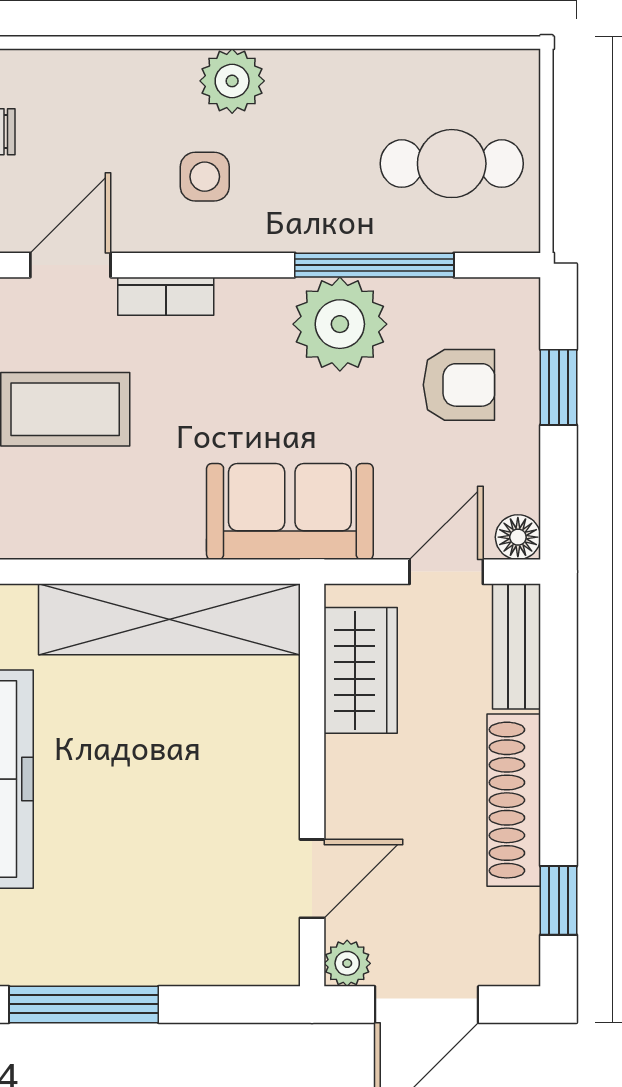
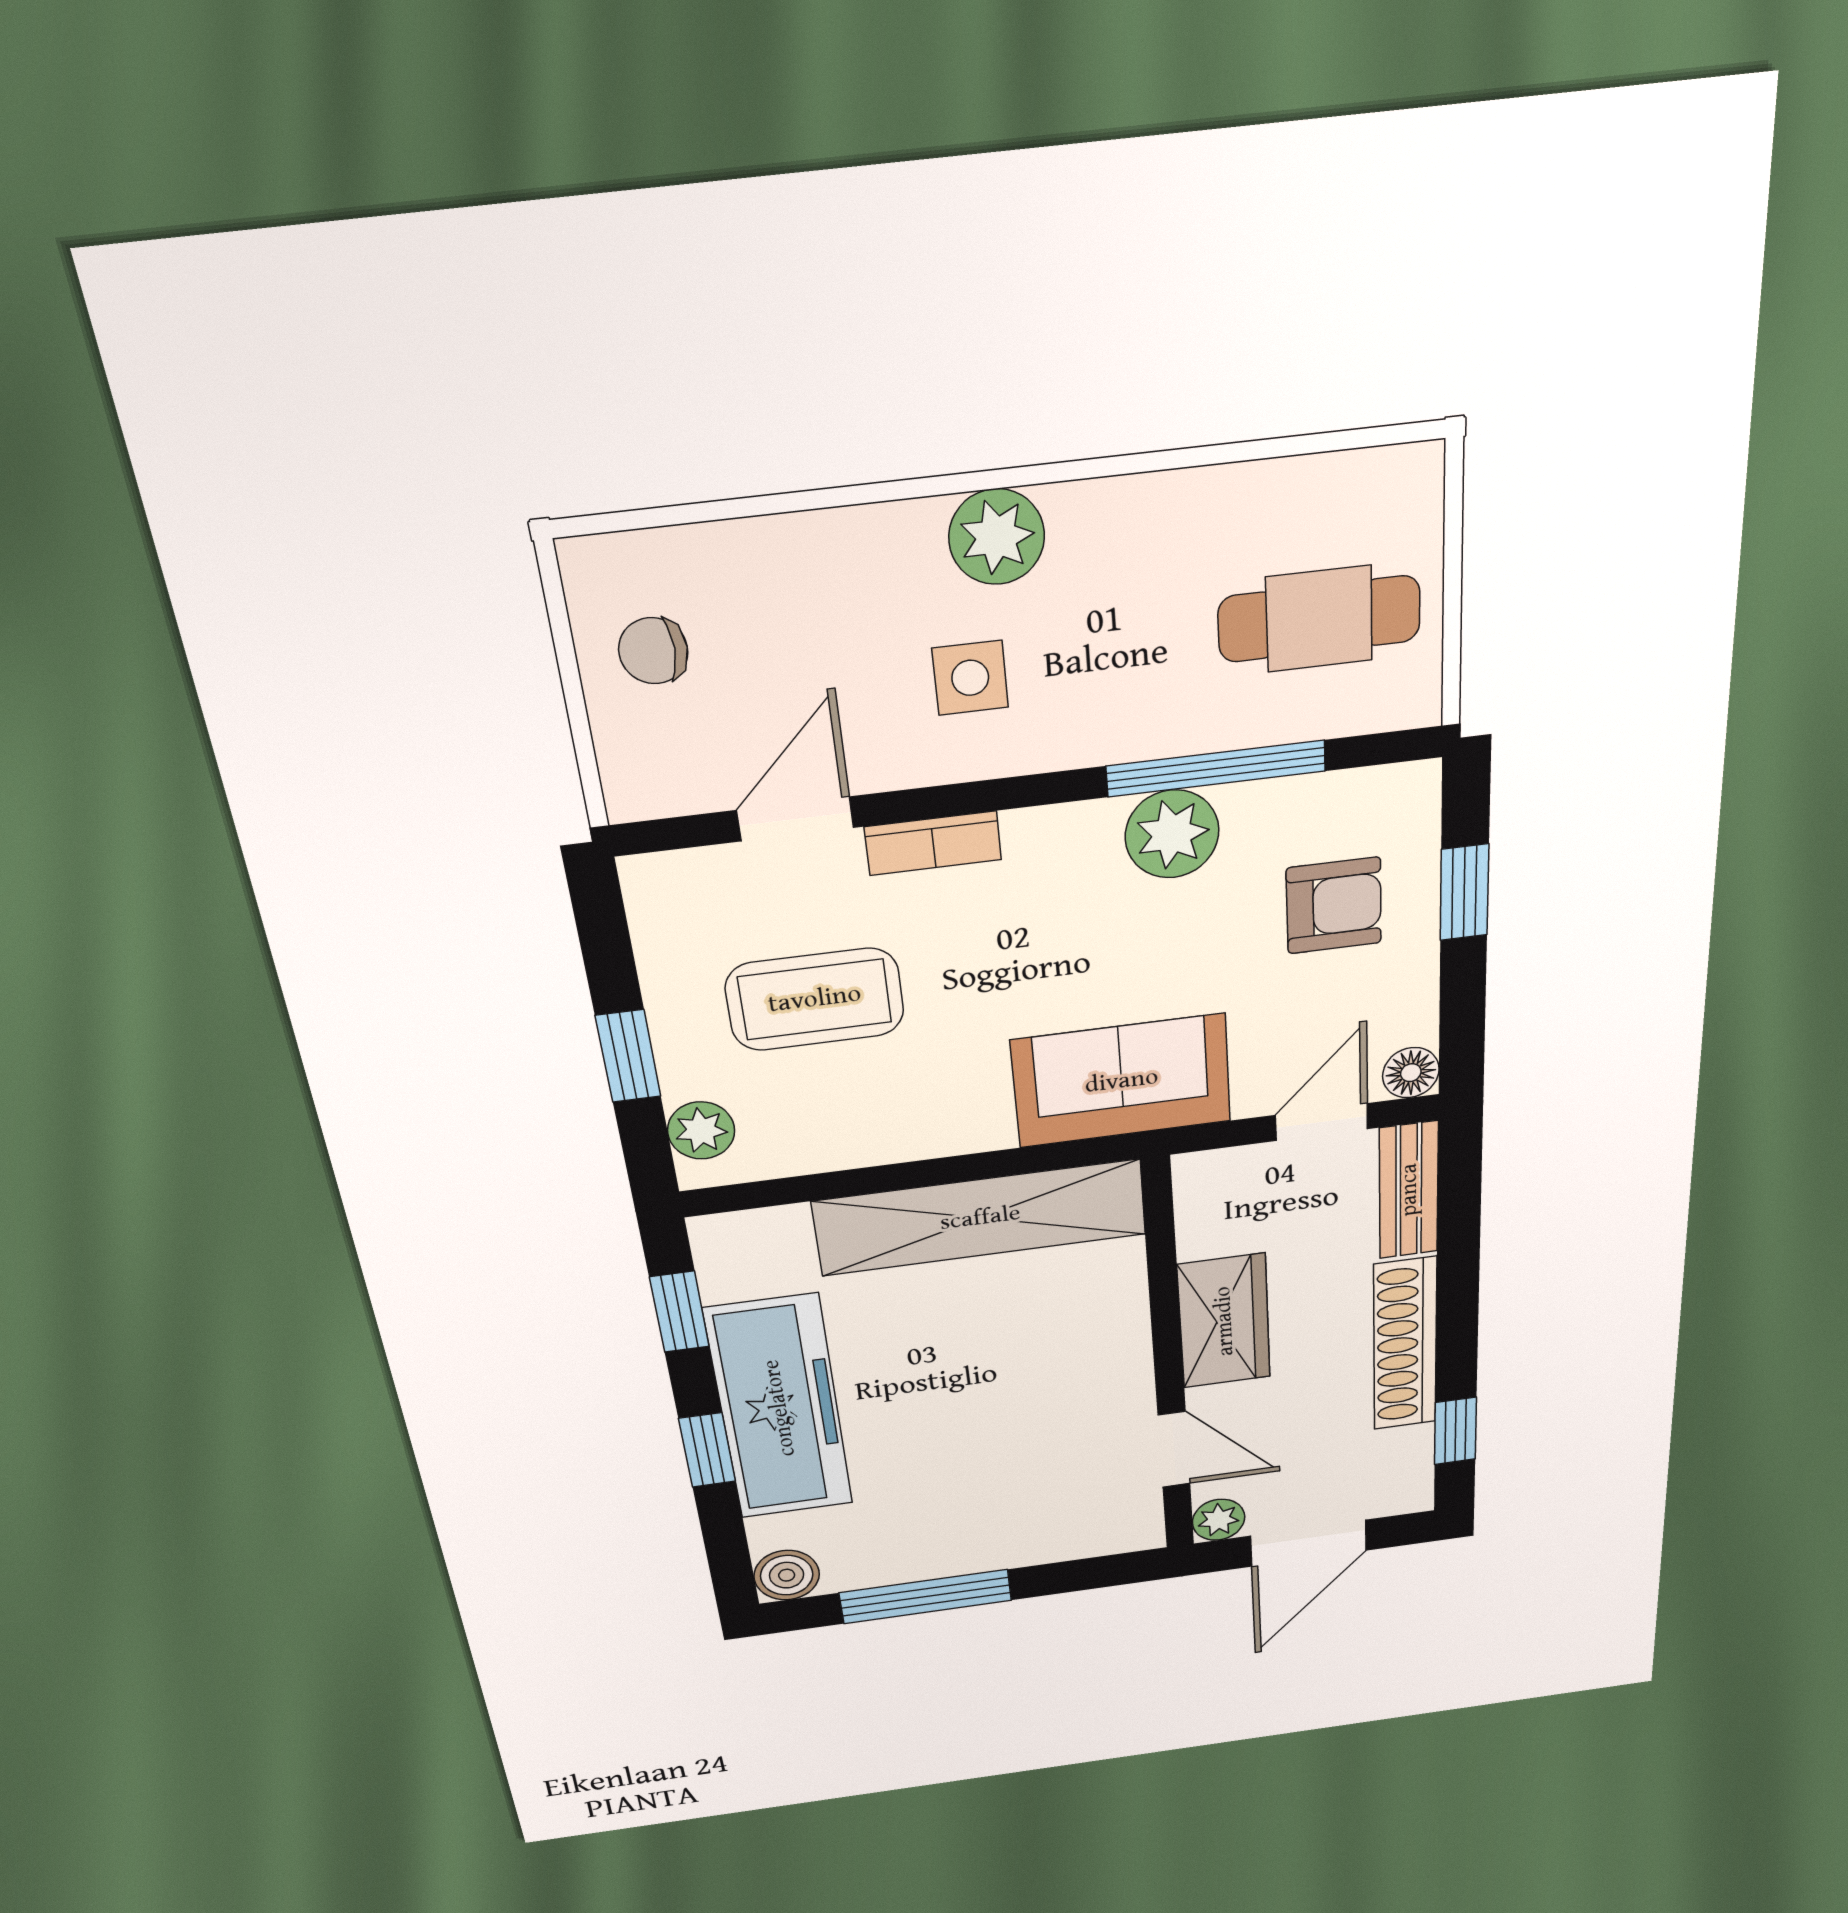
plant: (340, 324) -> (1172, 834), width x0.73, depth x0.73
wardrobe: (361, 670) -> (1224, 1321), moved
door: (312, 879) -> (1174, 1449), hinge flipped

